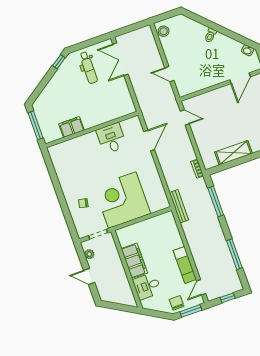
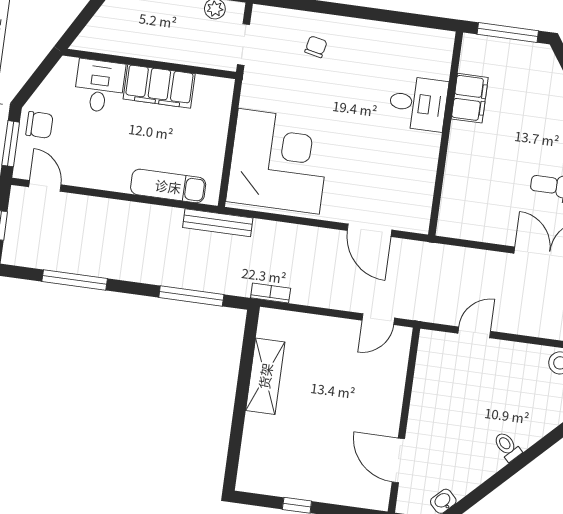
desk: (111, 138) -> (418, 103), moved
corner desk: (122, 200) -> (279, 161), moved
exam couch: (185, 265) -> (168, 186), moved

